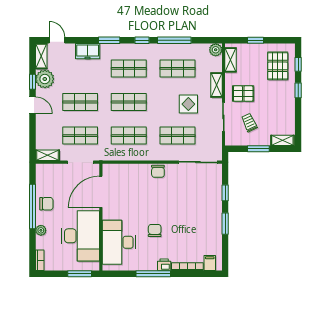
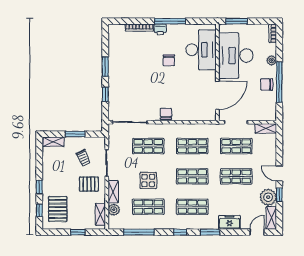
door: (57, 40) -> (257, 232), swing flipped
window: (174, 40) -> (139, 232), moved
plant: (216, 50) -> (114, 210), moved
display table: (188, 104) -> (148, 180), moved
filing cabinet: (210, 263) -> (119, 31), removed

